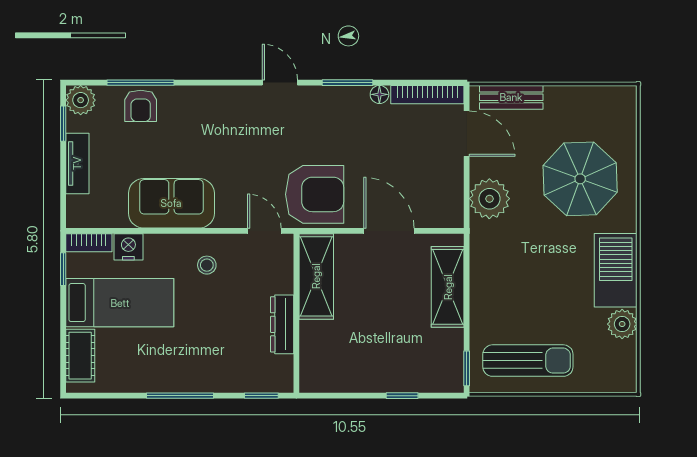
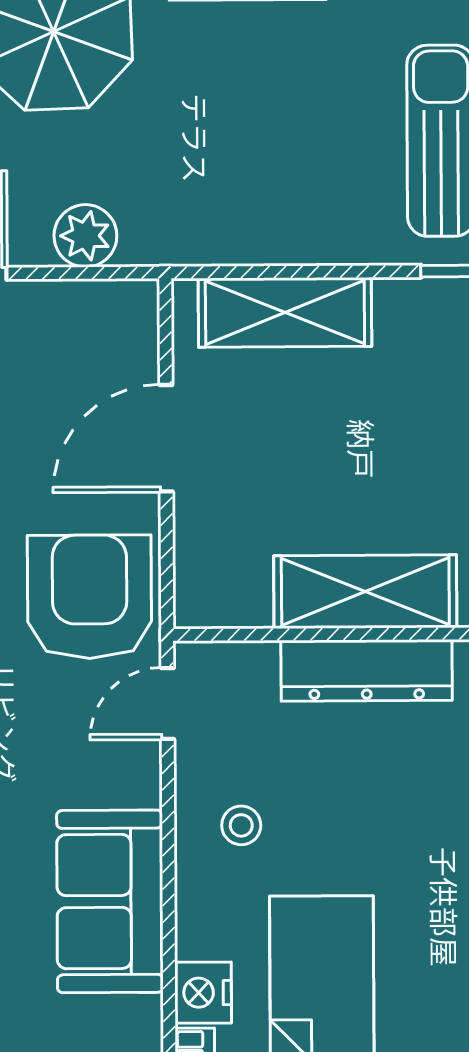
plant: (489, 199) -> (85, 236), width x0.73, depth x0.73
shelving: (316, 276) -> (365, 592), moved
dresser: (282, 324) -> (367, 670), width x1.37, depth x1.24

